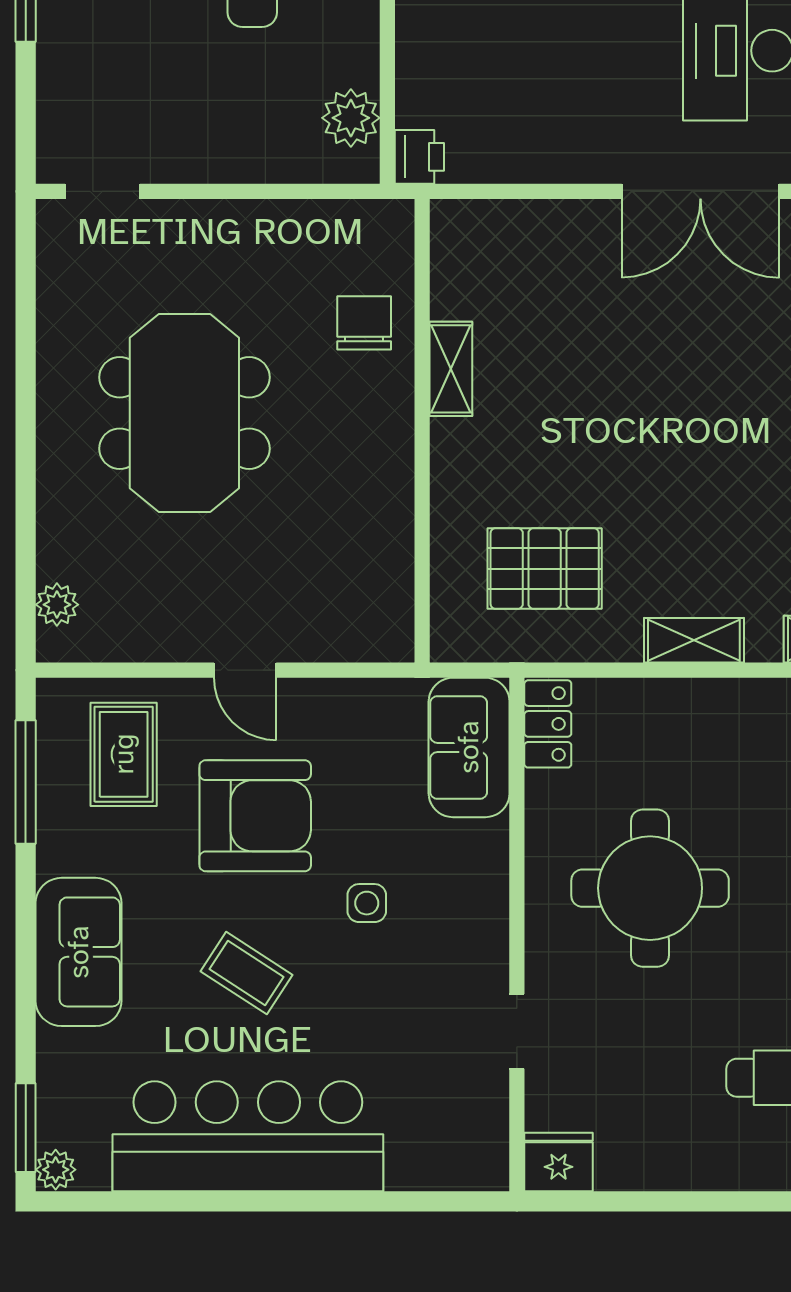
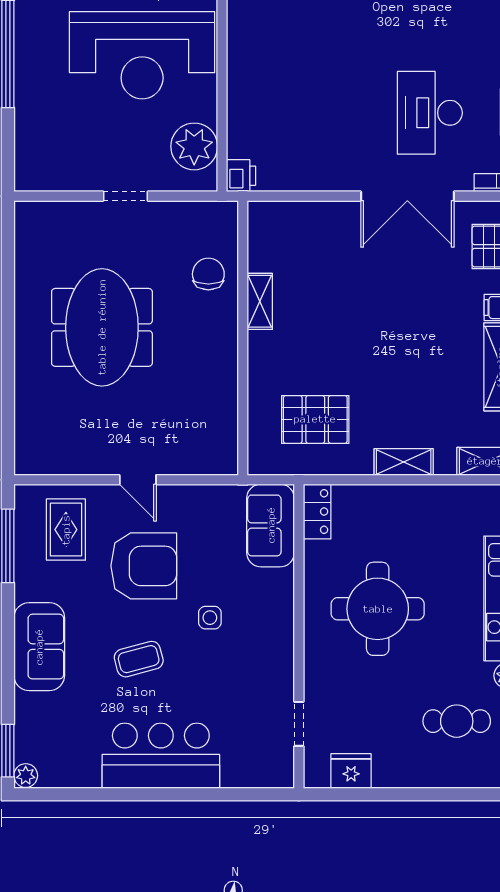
plant: (351, 118) -> (194, 146), width x1.36, depth x1.36
doorway: (103, 191) -> (126, 196), moved
plant: (57, 605) -> (26, 441), removed
coffee table: (246, 973) -> (139, 659), turned -48
doorway: (517, 1031) -> (299, 724), moved
bar counter: (248, 1136) -> (161, 756), width x0.73
fridge: (559, 1162) -> (351, 771), moved

